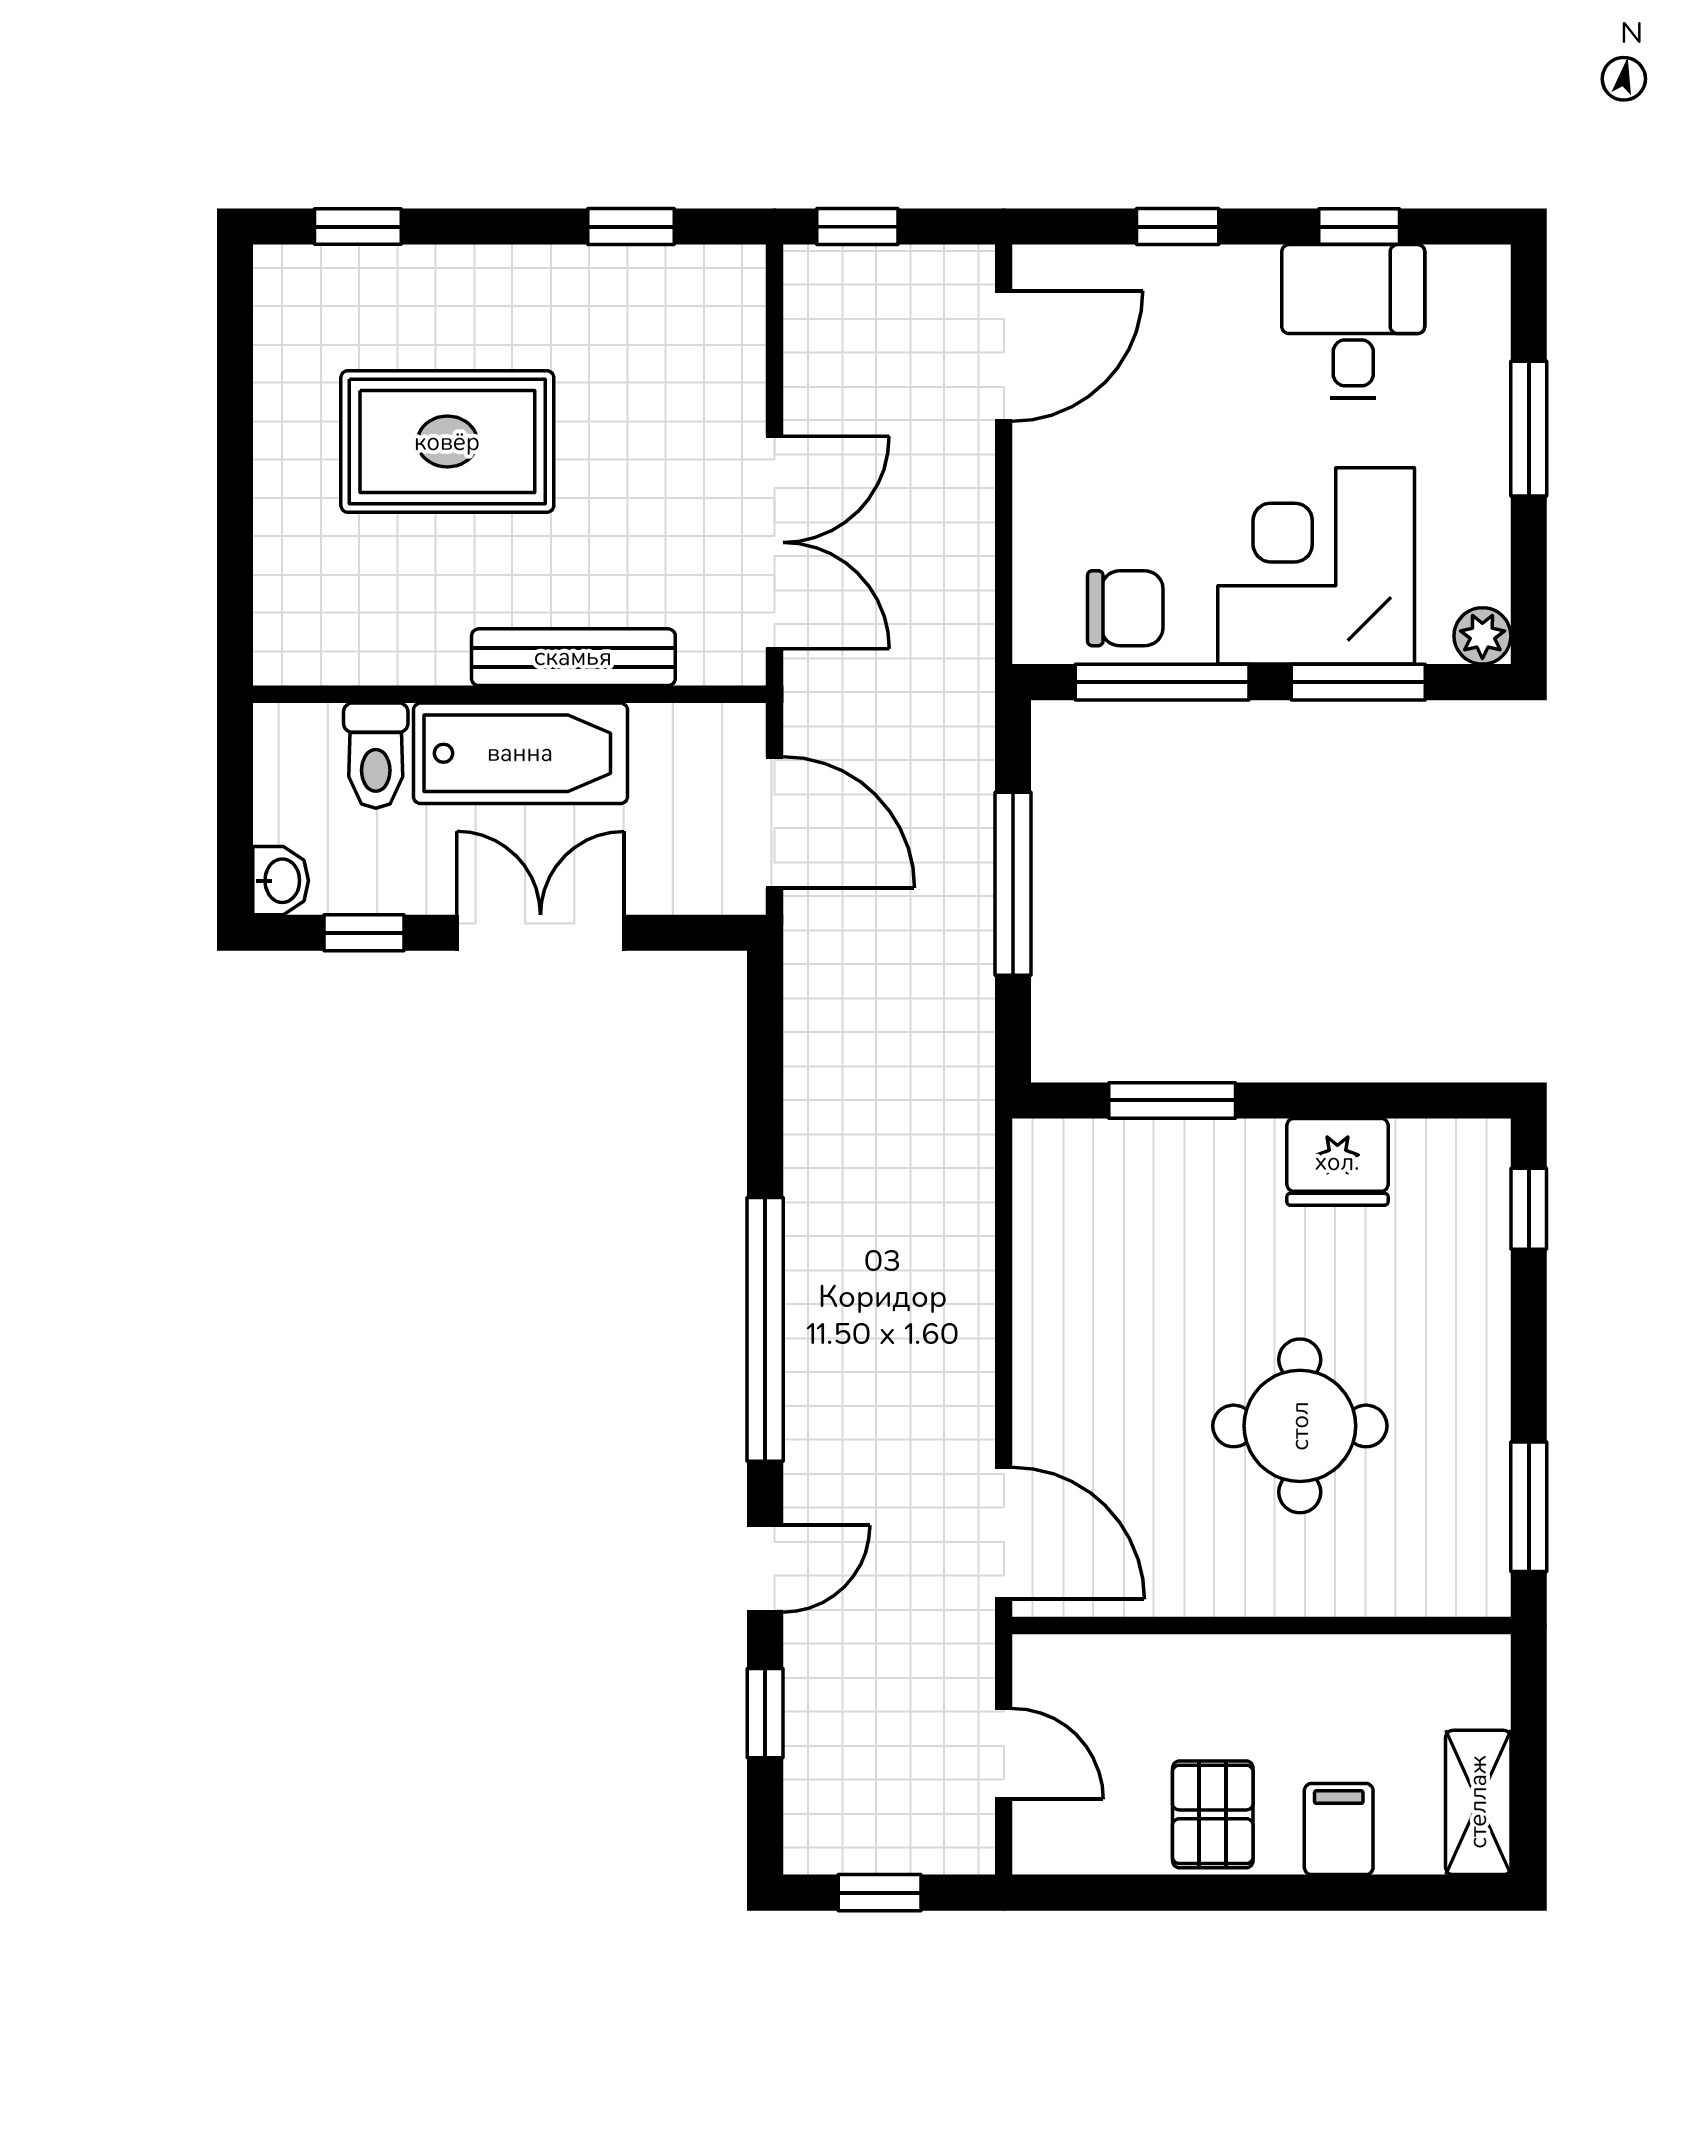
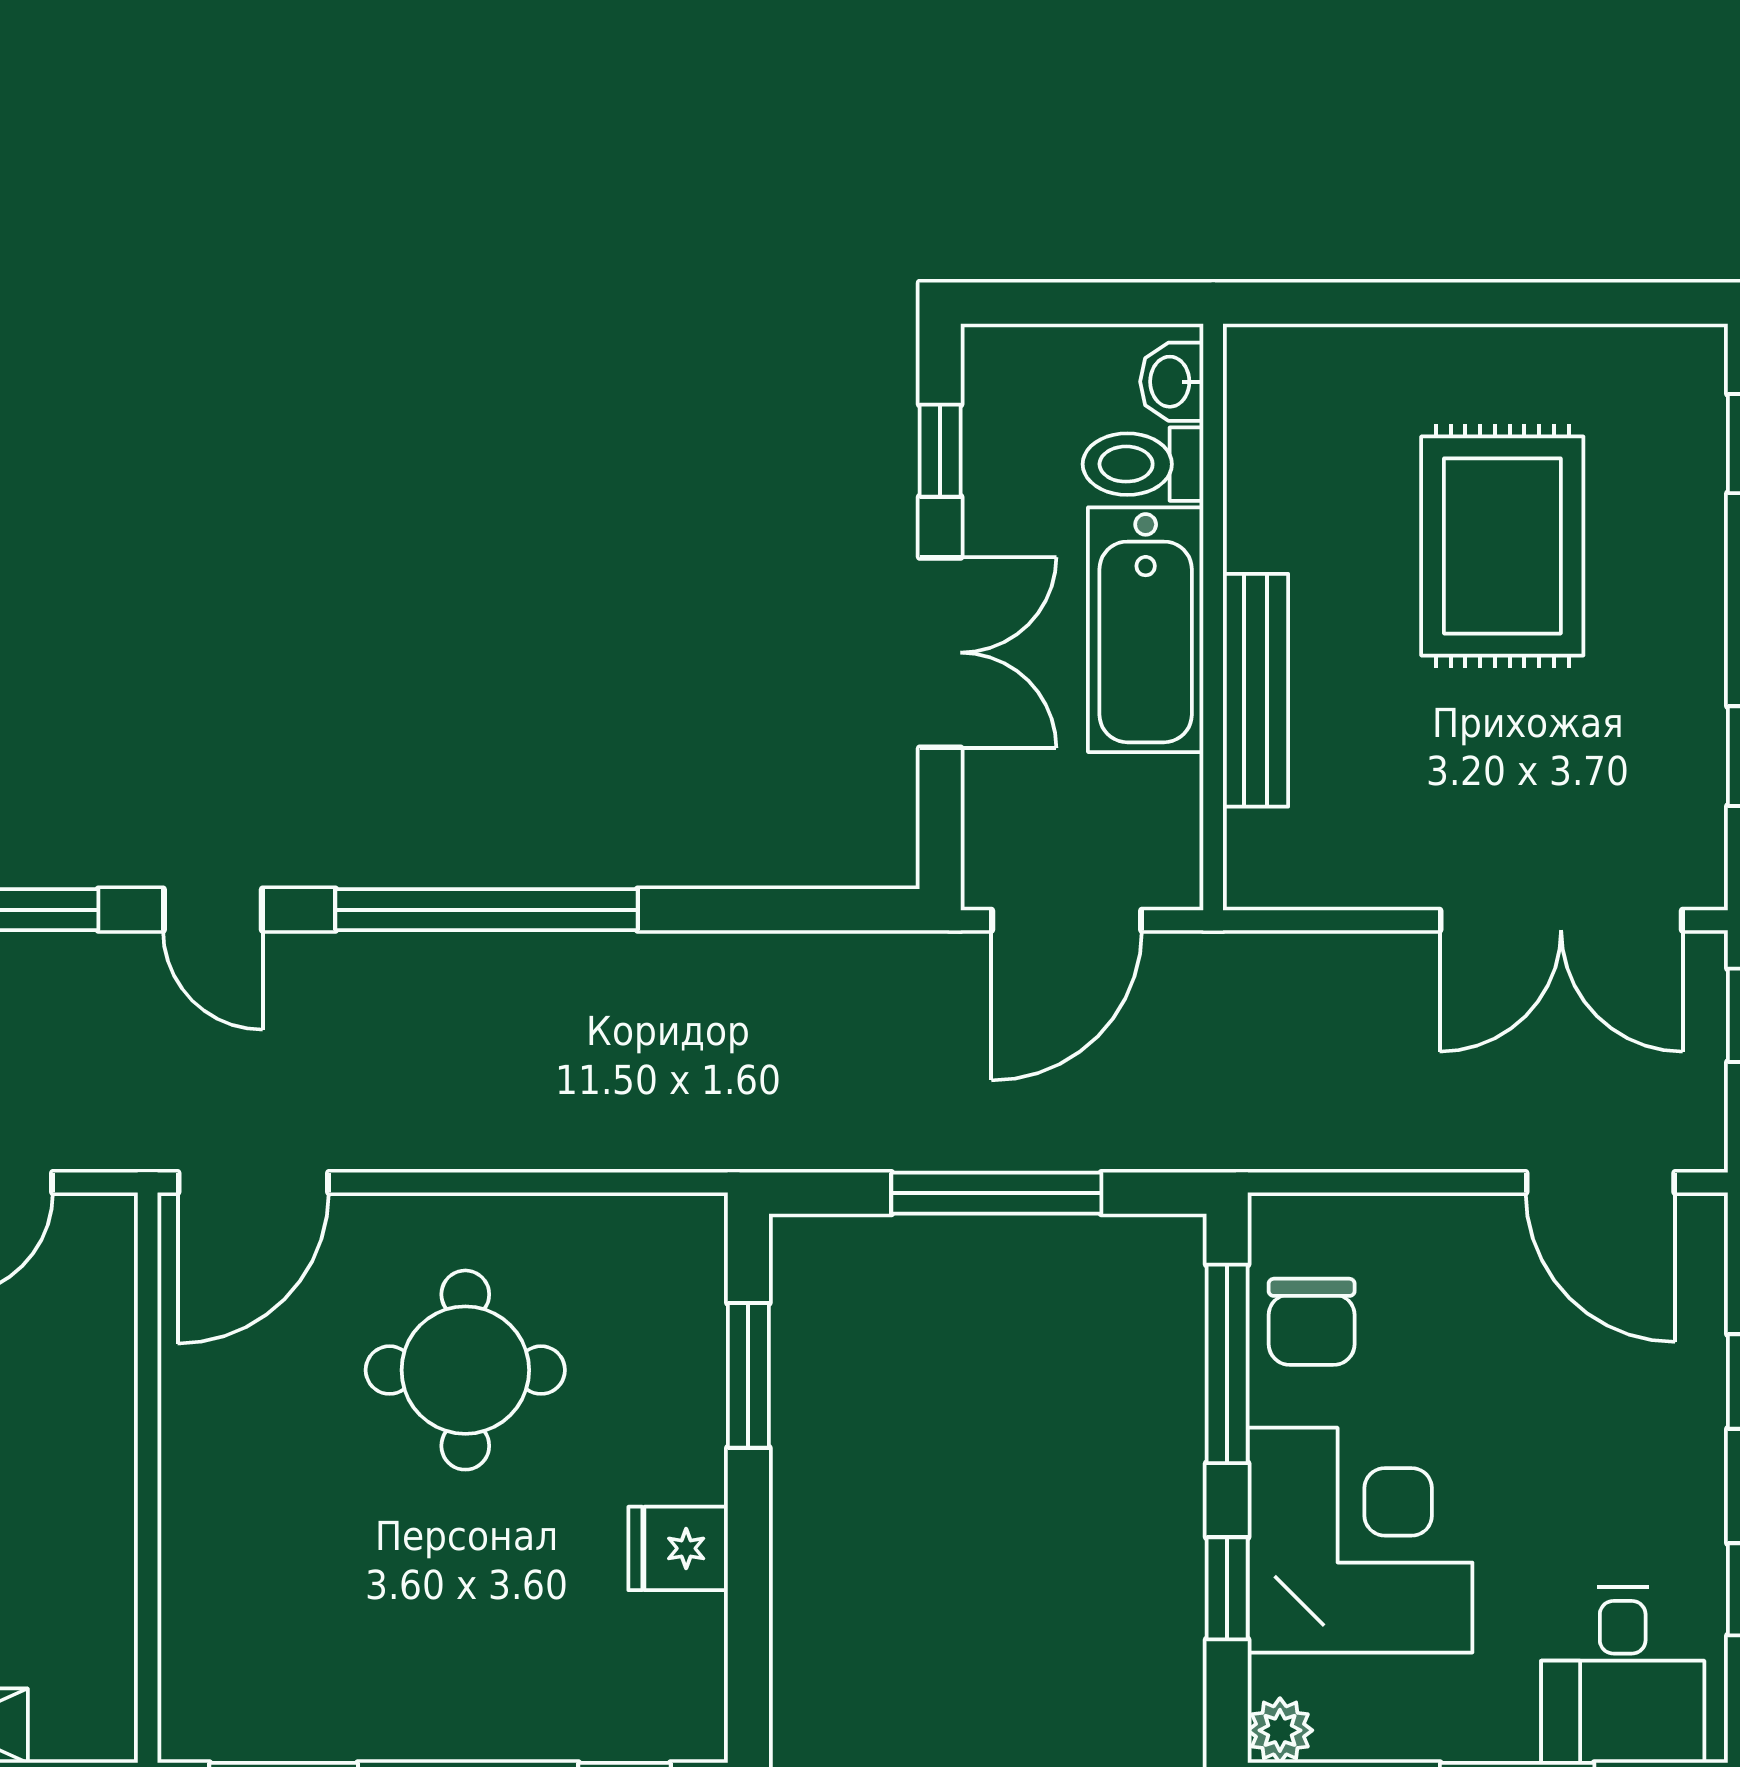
desk: (1353, 321) -> (1623, 1675), moved, turned 90
double door: (774, 542) -> (1561, 920), moved
window: (1358, 682) -> (1227, 1588), width x0.67
washbasin: (281, 881) -> (1172, 382), moved, turned 90
fridge: (1337, 1162) -> (678, 1548), width x0.72
round table: (1300, 1426) -> (465, 1370), moved

